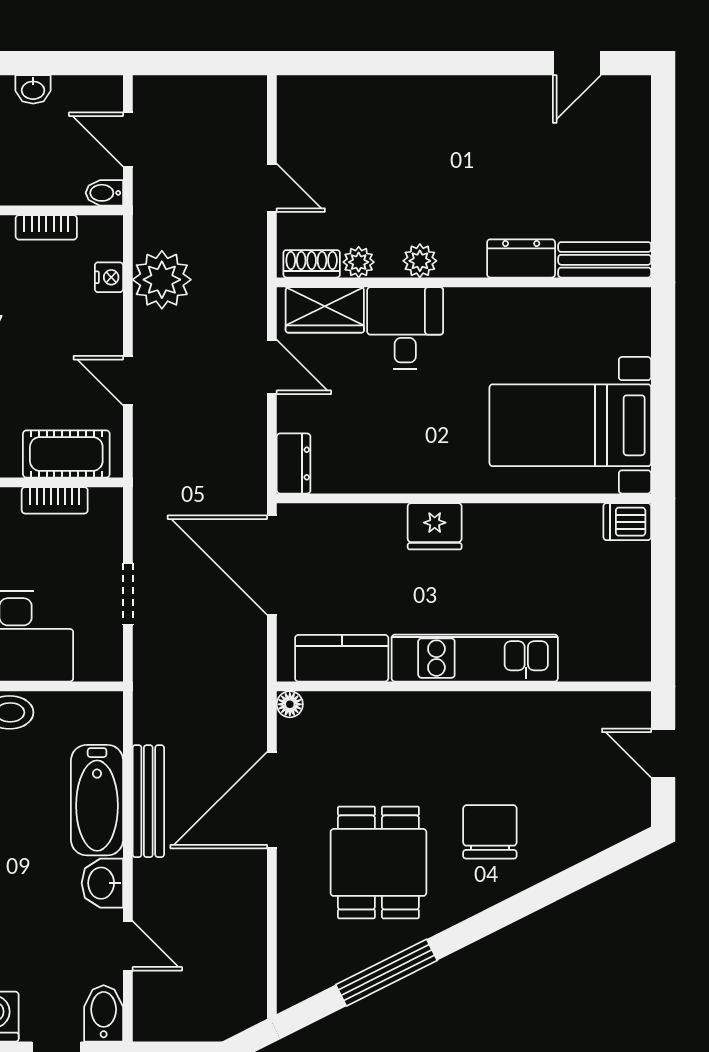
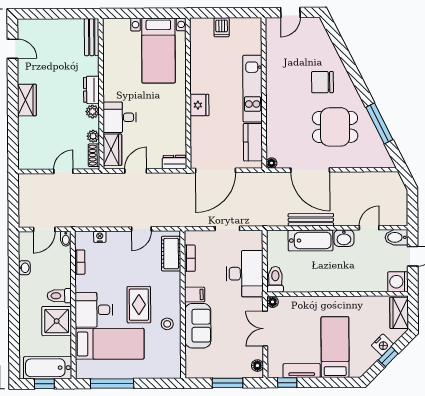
wardrobe: (449, 98) -> (27, 100), added
dresser: (521, 258) -> (91, 90), moved
plant: (162, 280) -> (101, 215), removed
dishwasher: (627, 522) -> (222, 27), moved

